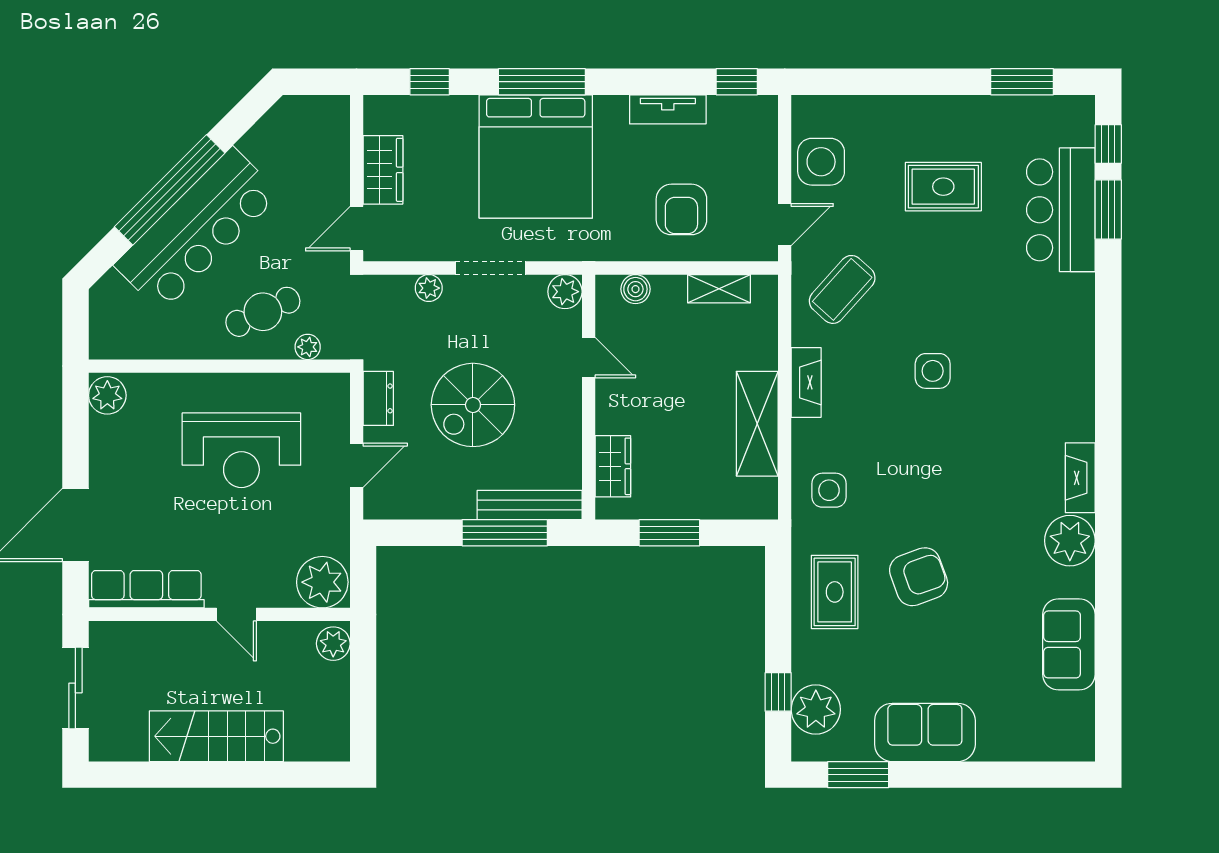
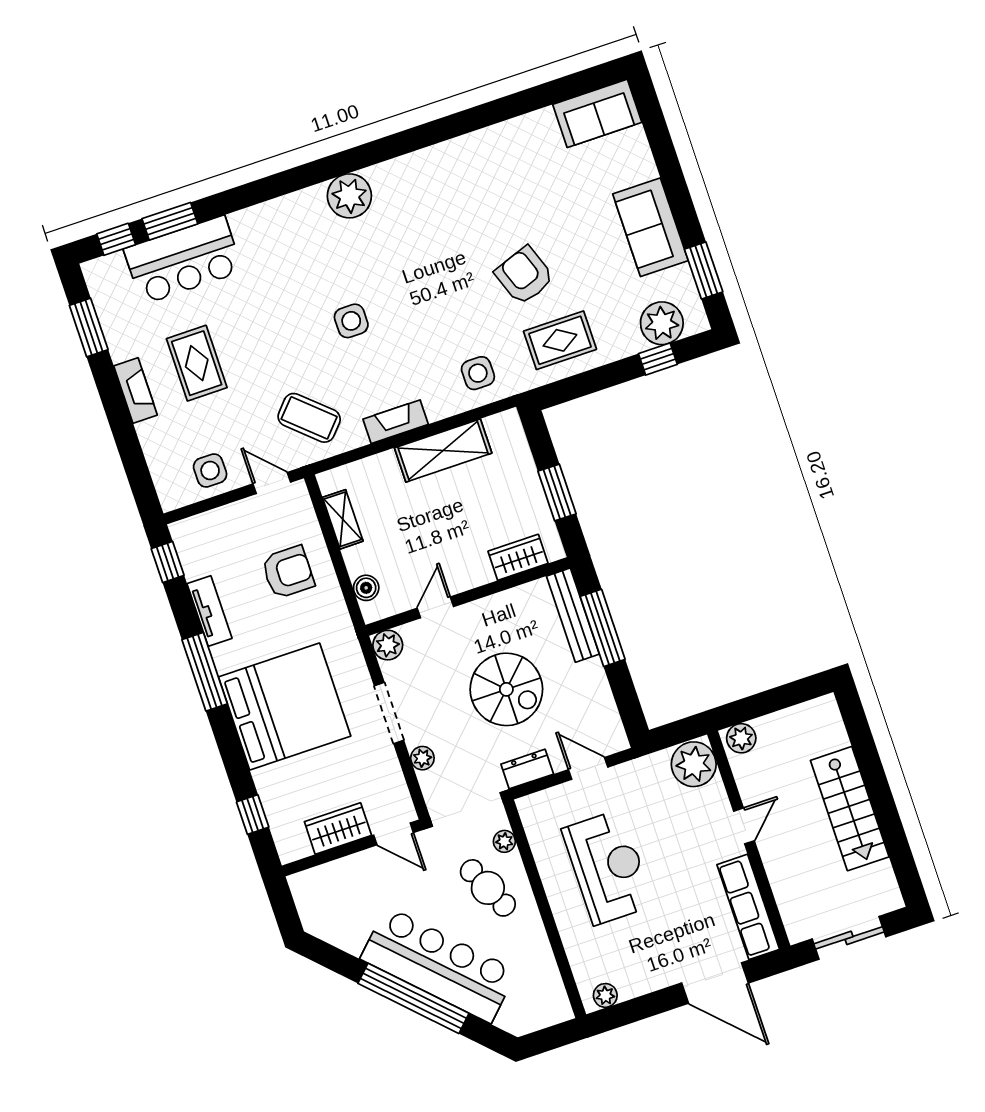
window: (542, 82) -> (205, 672), moved
side table: (821, 162) -> (210, 471), width x0.73, depth x0.73
plant: (107, 395) -> (605, 995), width x0.73, depth x0.73
fireplace: (1080, 478) -> (136, 390), moved, turned -90
plant: (1070, 541) -> (349, 196), moved
sofa: (1069, 644) -> (597, 113), moved

